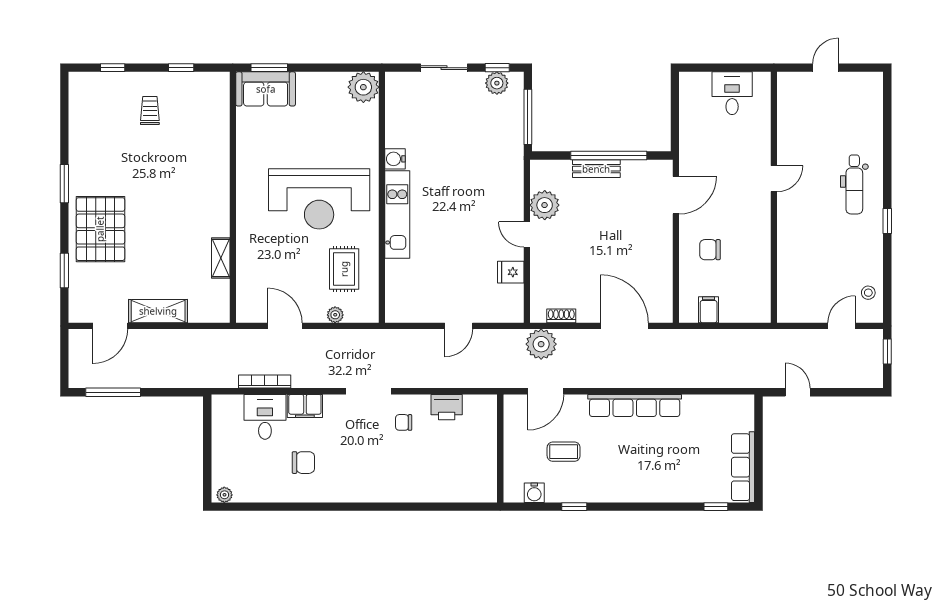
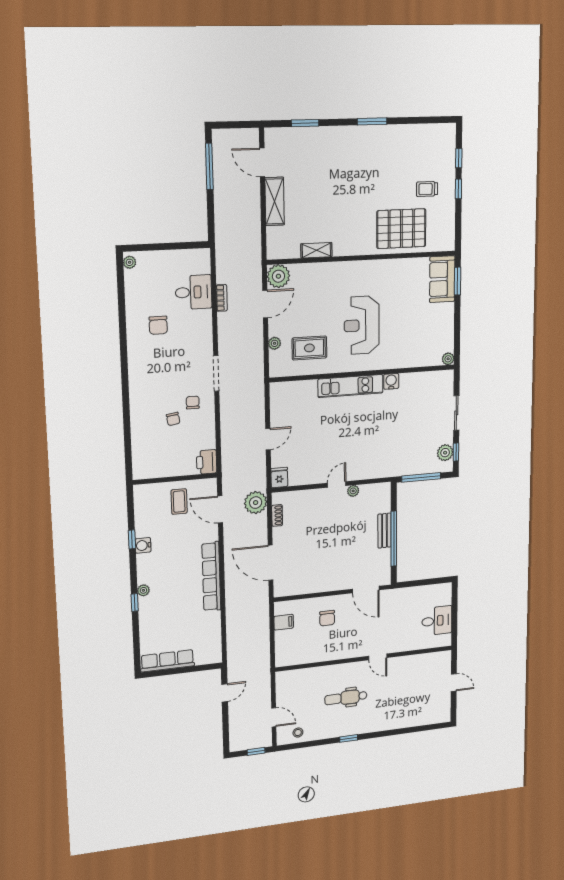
window: (181, 68) -> (458, 189), moved
plant: (363, 87) -> (448, 359), width x0.53, depth x0.53
trolley: (150, 110) -> (427, 189), turned 180
dental chair: (854, 184) -> (346, 698), moved
reception desk: (319, 199) -> (362, 325), width x0.74, depth x0.77
plant: (545, 205) -> (353, 491), width x0.53, depth x0.53
pallet: (100, 229) -> (401, 229), moved
chair: (710, 250) -> (327, 618), turned 180
fridge: (511, 272) -> (279, 478), moved
plant: (251, 308) -> (278, 276), added
door: (459, 326) -> (268, 439), swing flipped
door: (624, 326) -> (271, 563), swing flipped
bookcase: (265, 382) -> (222, 298), width x0.64
filing cabinet: (305, 406) -> (203, 324), removed
printer: (447, 407) -> (207, 462), moved
chair: (423, 448) -> (173, 419), added
coffee table: (564, 452) -> (179, 502), moved
water cooler: (534, 493) -> (143, 545), moved
plant: (644, 495) -> (143, 590), added
window: (716, 507) -> (135, 603), moved

